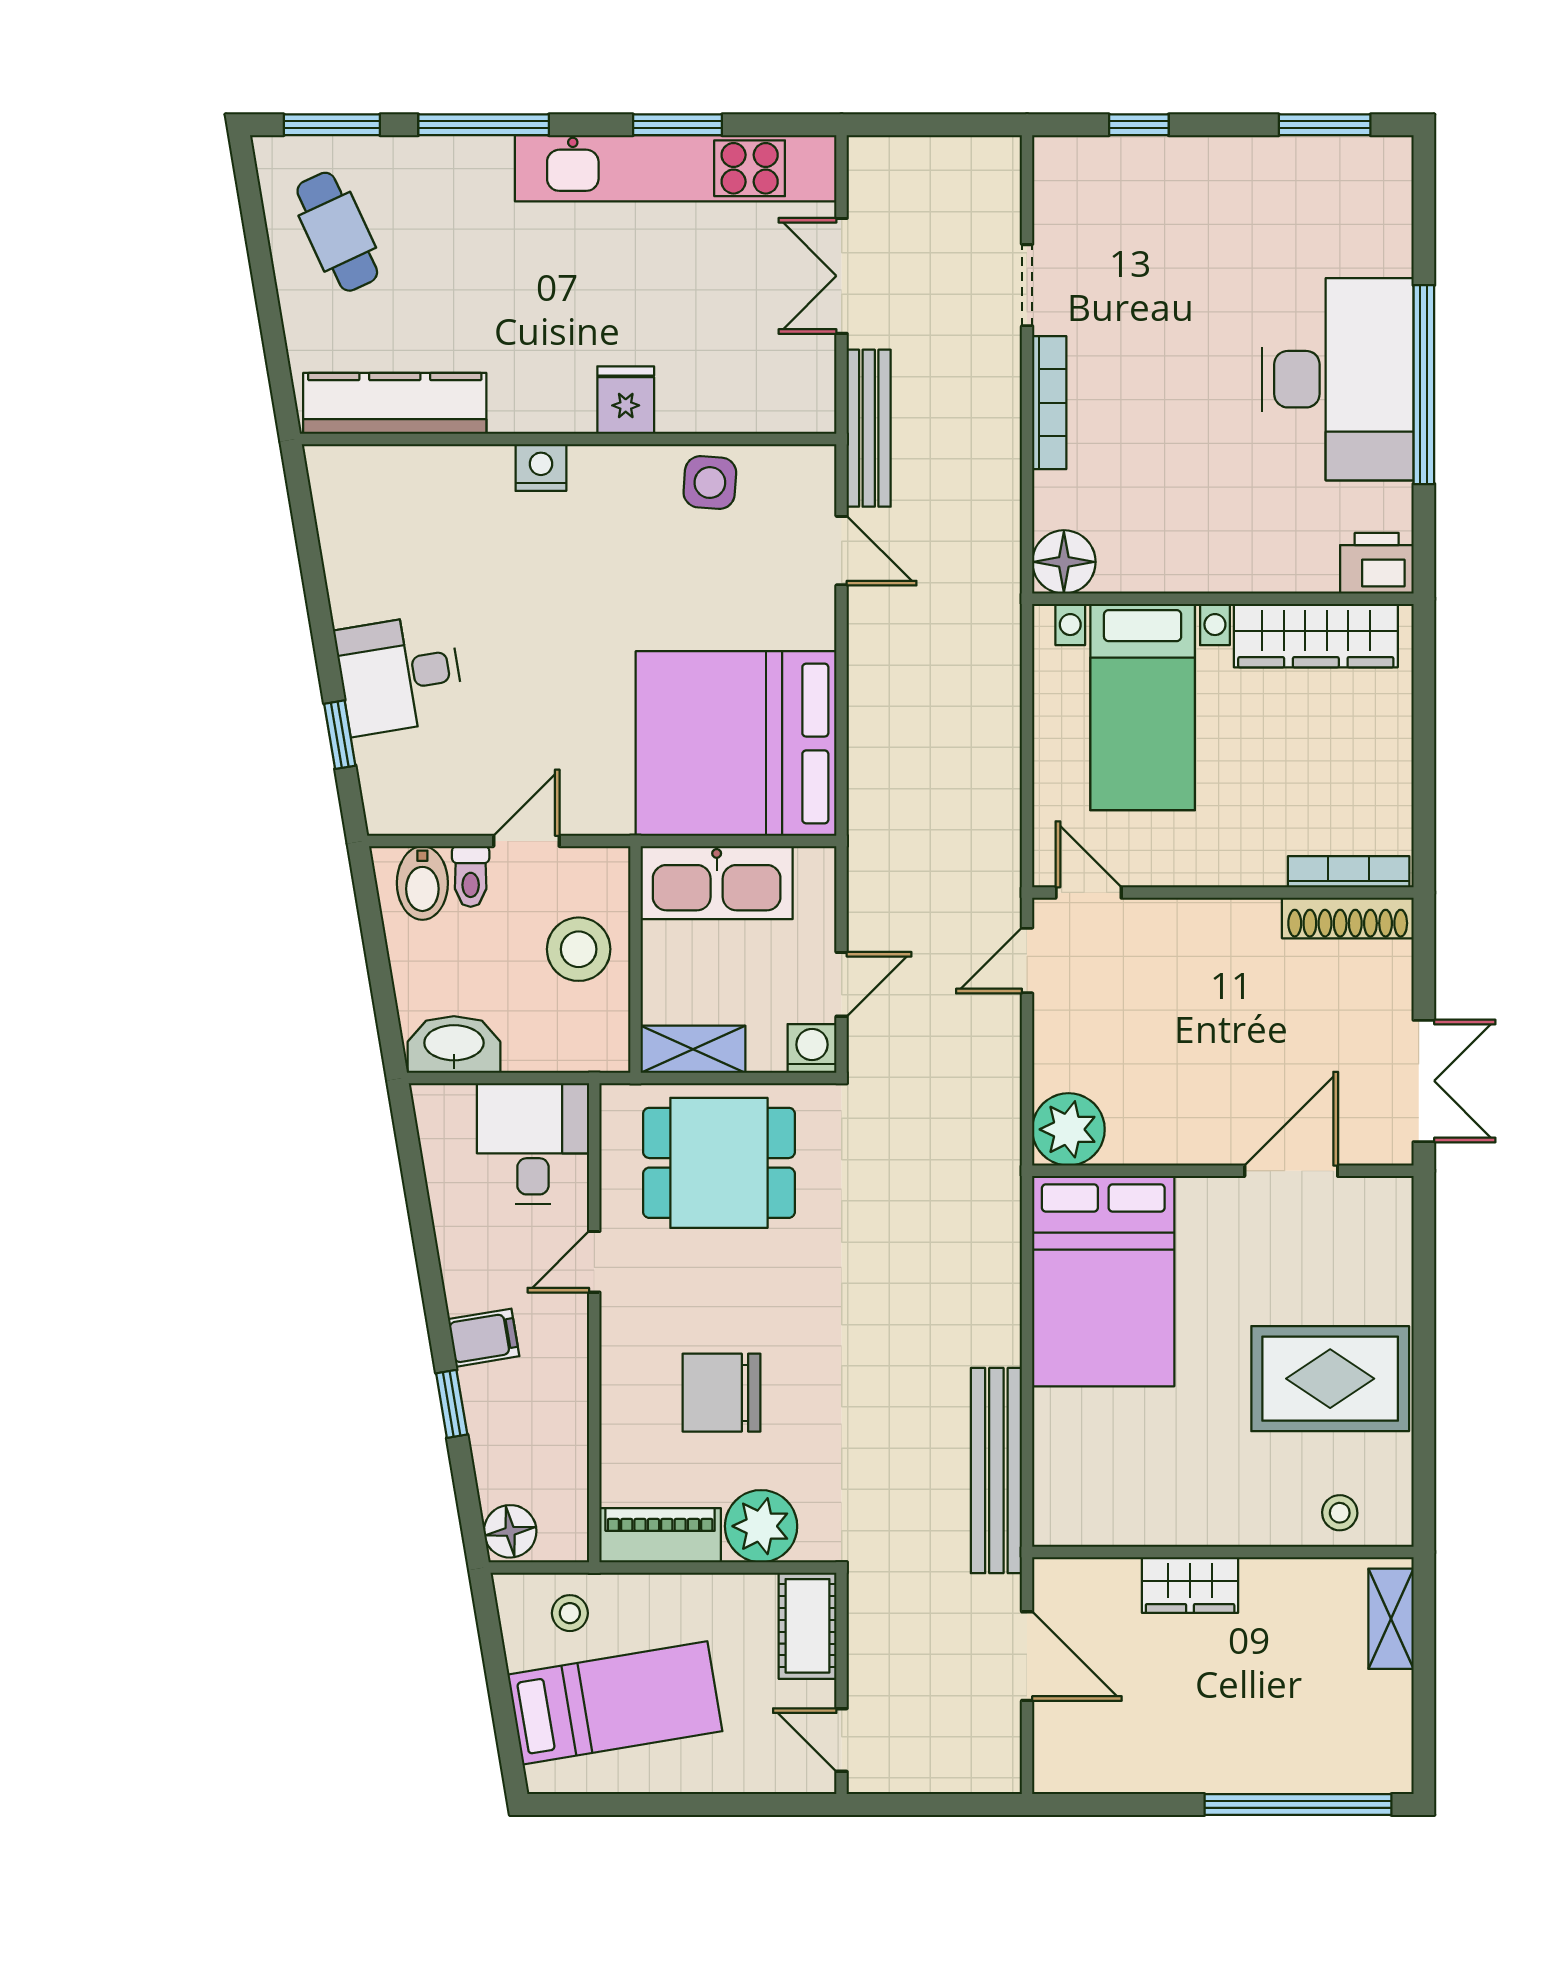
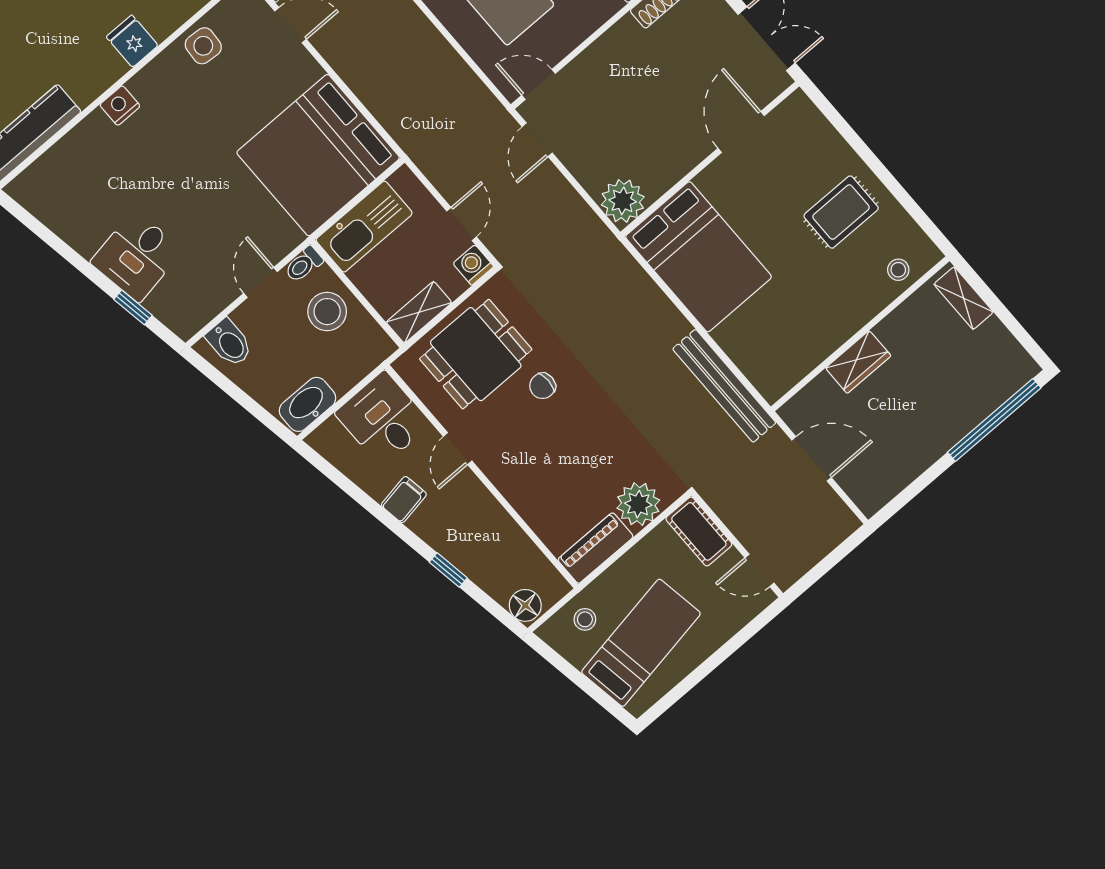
toilet: (471, 876) -> (304, 264), moved, turned 90
filing cabinet: (484, 1338) -> (404, 500), moved
rug: (1330, 1379) -> (841, 212), width x0.73, depth x0.70
chair: (722, 1393) -> (542, 386), moved, width x0.54, depth x0.54

